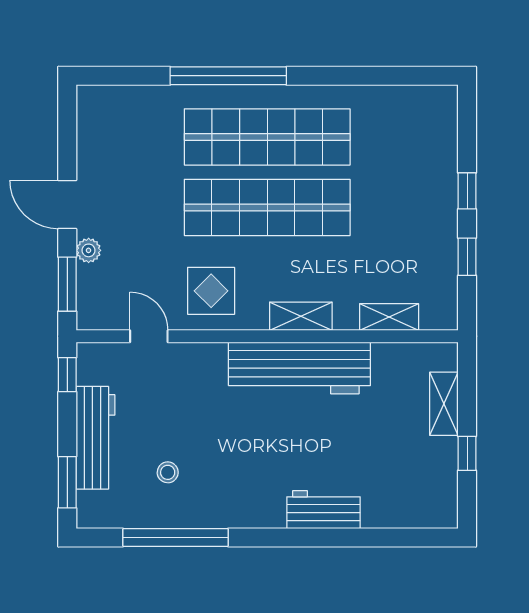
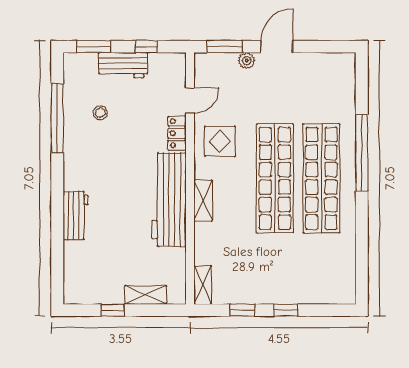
shelving: (389, 317) -> (203, 285), moved
locker: (199, 356) -> (177, 133), added
window: (67, 375) -> (146, 47), moved
workbench: (96, 438) -> (123, 65), width x0.73

